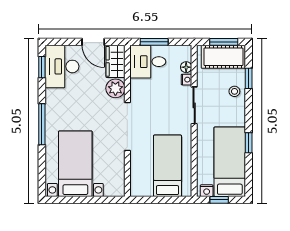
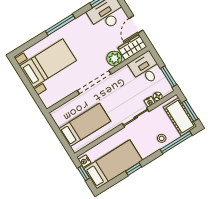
window: (154, 42) -> (169, 77), moved
window: (249, 78) -> (176, 142), width x2.17

